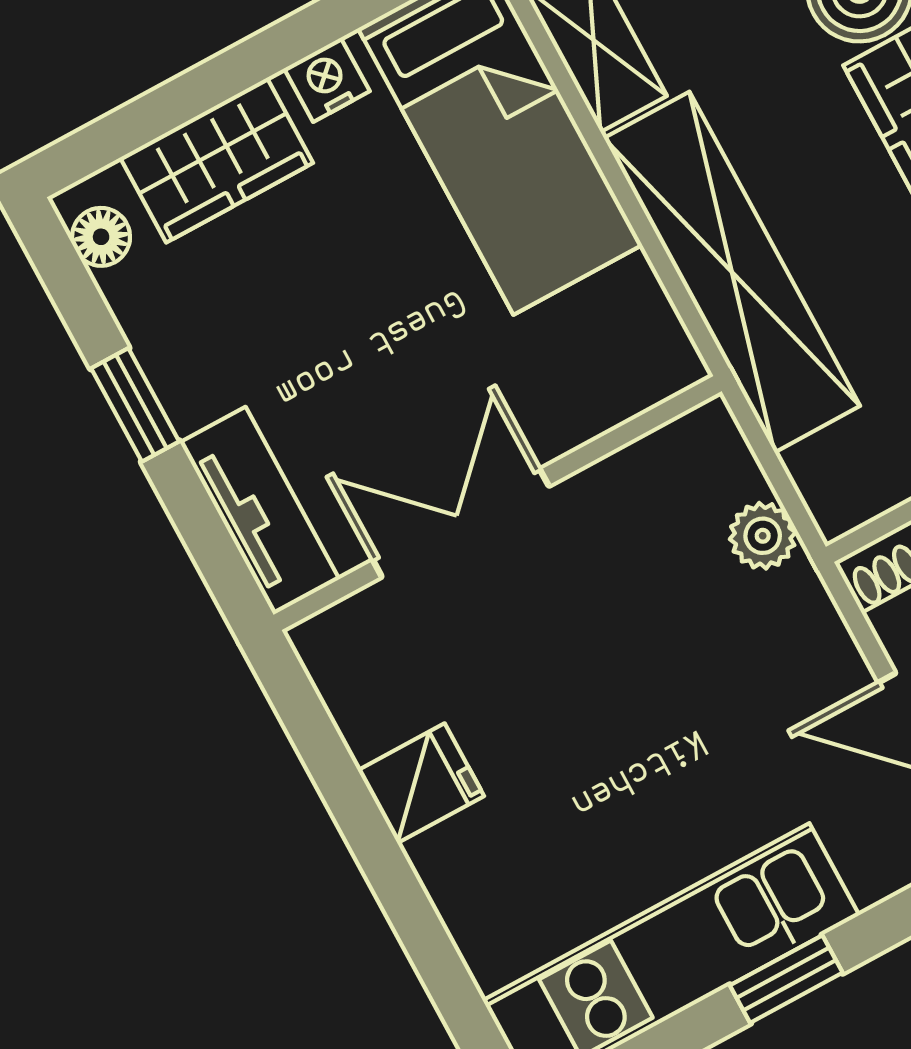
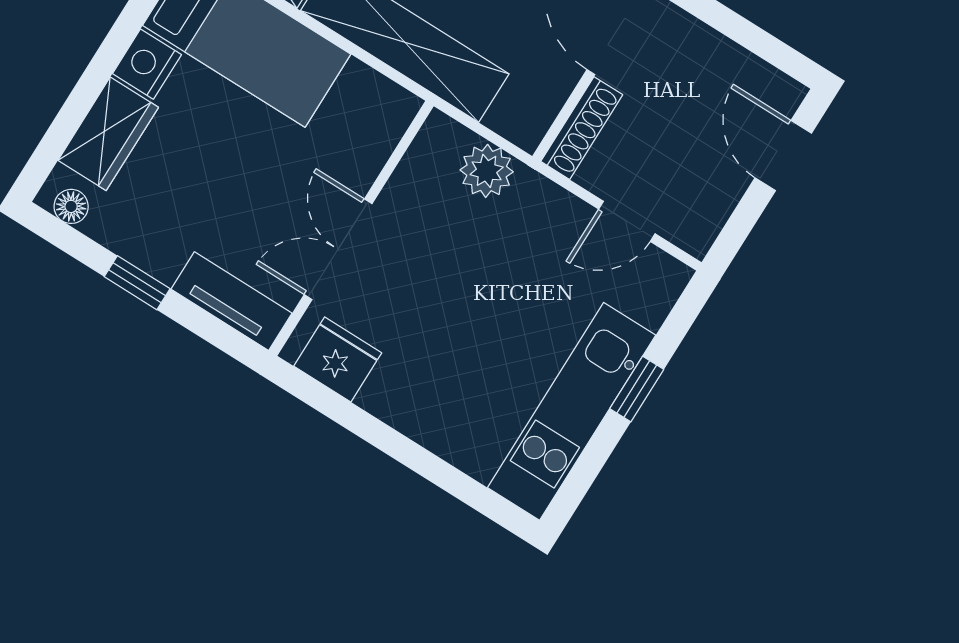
nightstand: (327, 80) -> (147, 64), width x1.39, depth x1.35
plant: (763, 536) -> (487, 171), width x1.38, depth x1.38
fridge: (421, 783) -> (338, 359), moved, width x1.38

